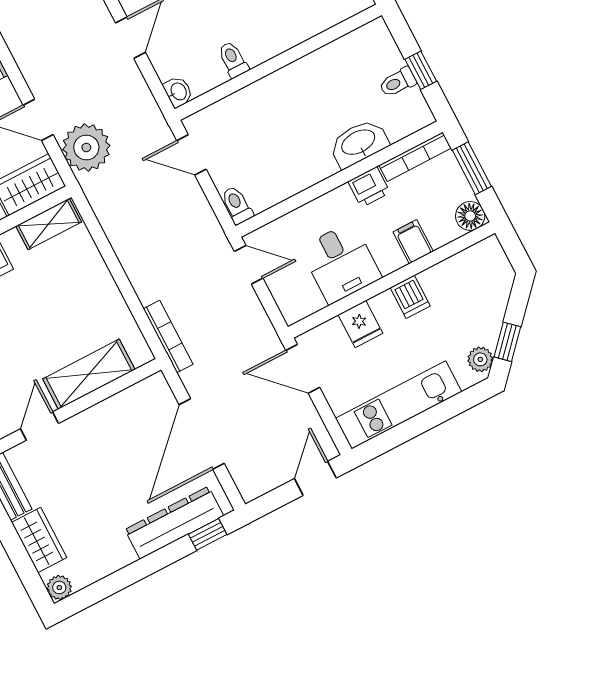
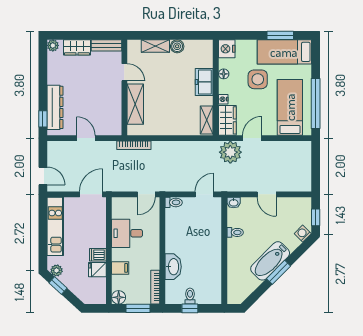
printer: (369, 187) -> (153, 261), removed
fridge: (360, 324) -> (97, 270), moved
door: (202, 434) -> (86, 138), width x0.53

